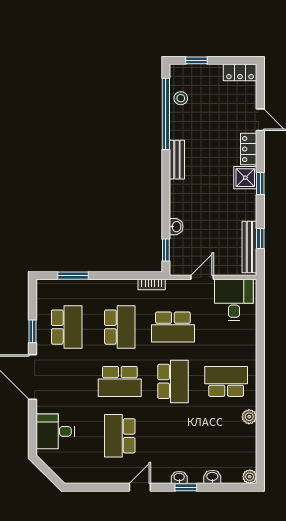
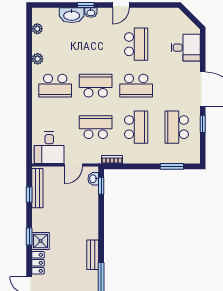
washbasin: (176, 227) -> (93, 179), moved
school desk: (120, 327) -> (136, 127), turned 180
school desk: (120, 381) -> (136, 86), turned 180
school desk: (173, 381) -> (96, 86), turned 90
washbasin: (212, 477) -> (72, 15), width x1.91, depth x1.45
plant: (250, 477) -> (37, 29), moved

